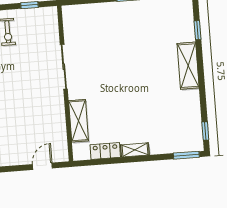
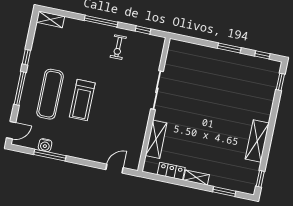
window: (198, 30) -> (280, 82), moved
shelving: (188, 66) -> (257, 141), moved
window: (186, 155) -> (224, 192), moved

